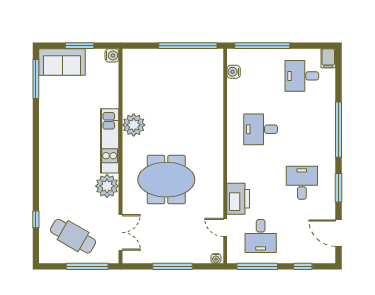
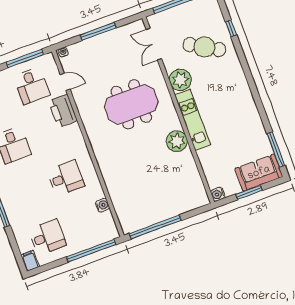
water cooler: (234, 72) -> (102, 205), moved
cafe table: (73, 236) -> (204, 47), moved
desk: (261, 236) -> (32, 86), turned 180

